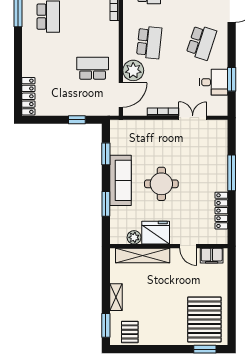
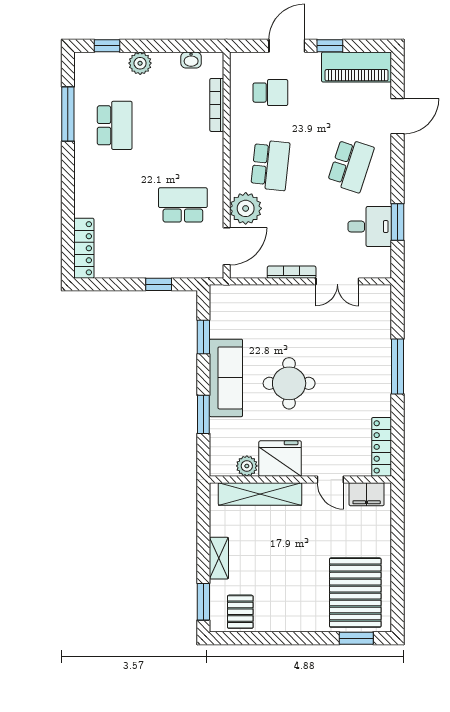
double door: (193, 118) -> (337, 281), swing flipped
locker: (221, 211) -> (382, 447), moved

